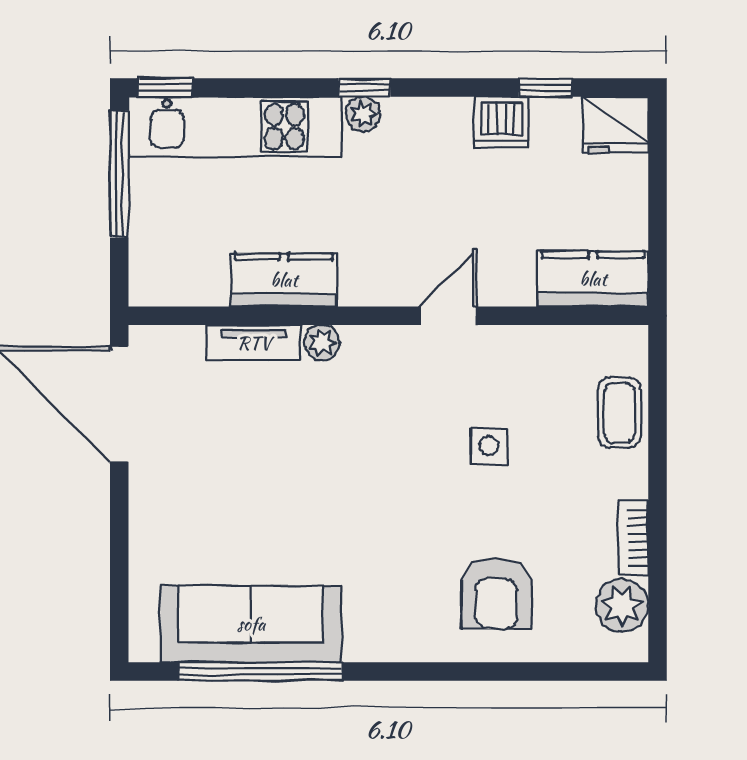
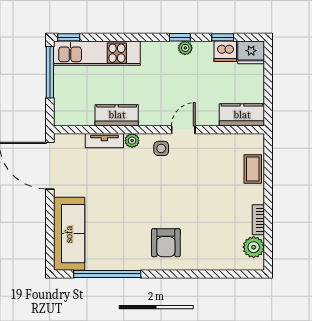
window: (364, 88) -> (180, 37), moved
plant: (363, 114) -> (185, 48), moved
dishwasher: (501, 122) -> (225, 51), moved
side table: (489, 446) -> (161, 148), moved
armchair: (496, 594) -> (166, 243), moved
sofa: (251, 624) -> (69, 234), moved, turned 90

